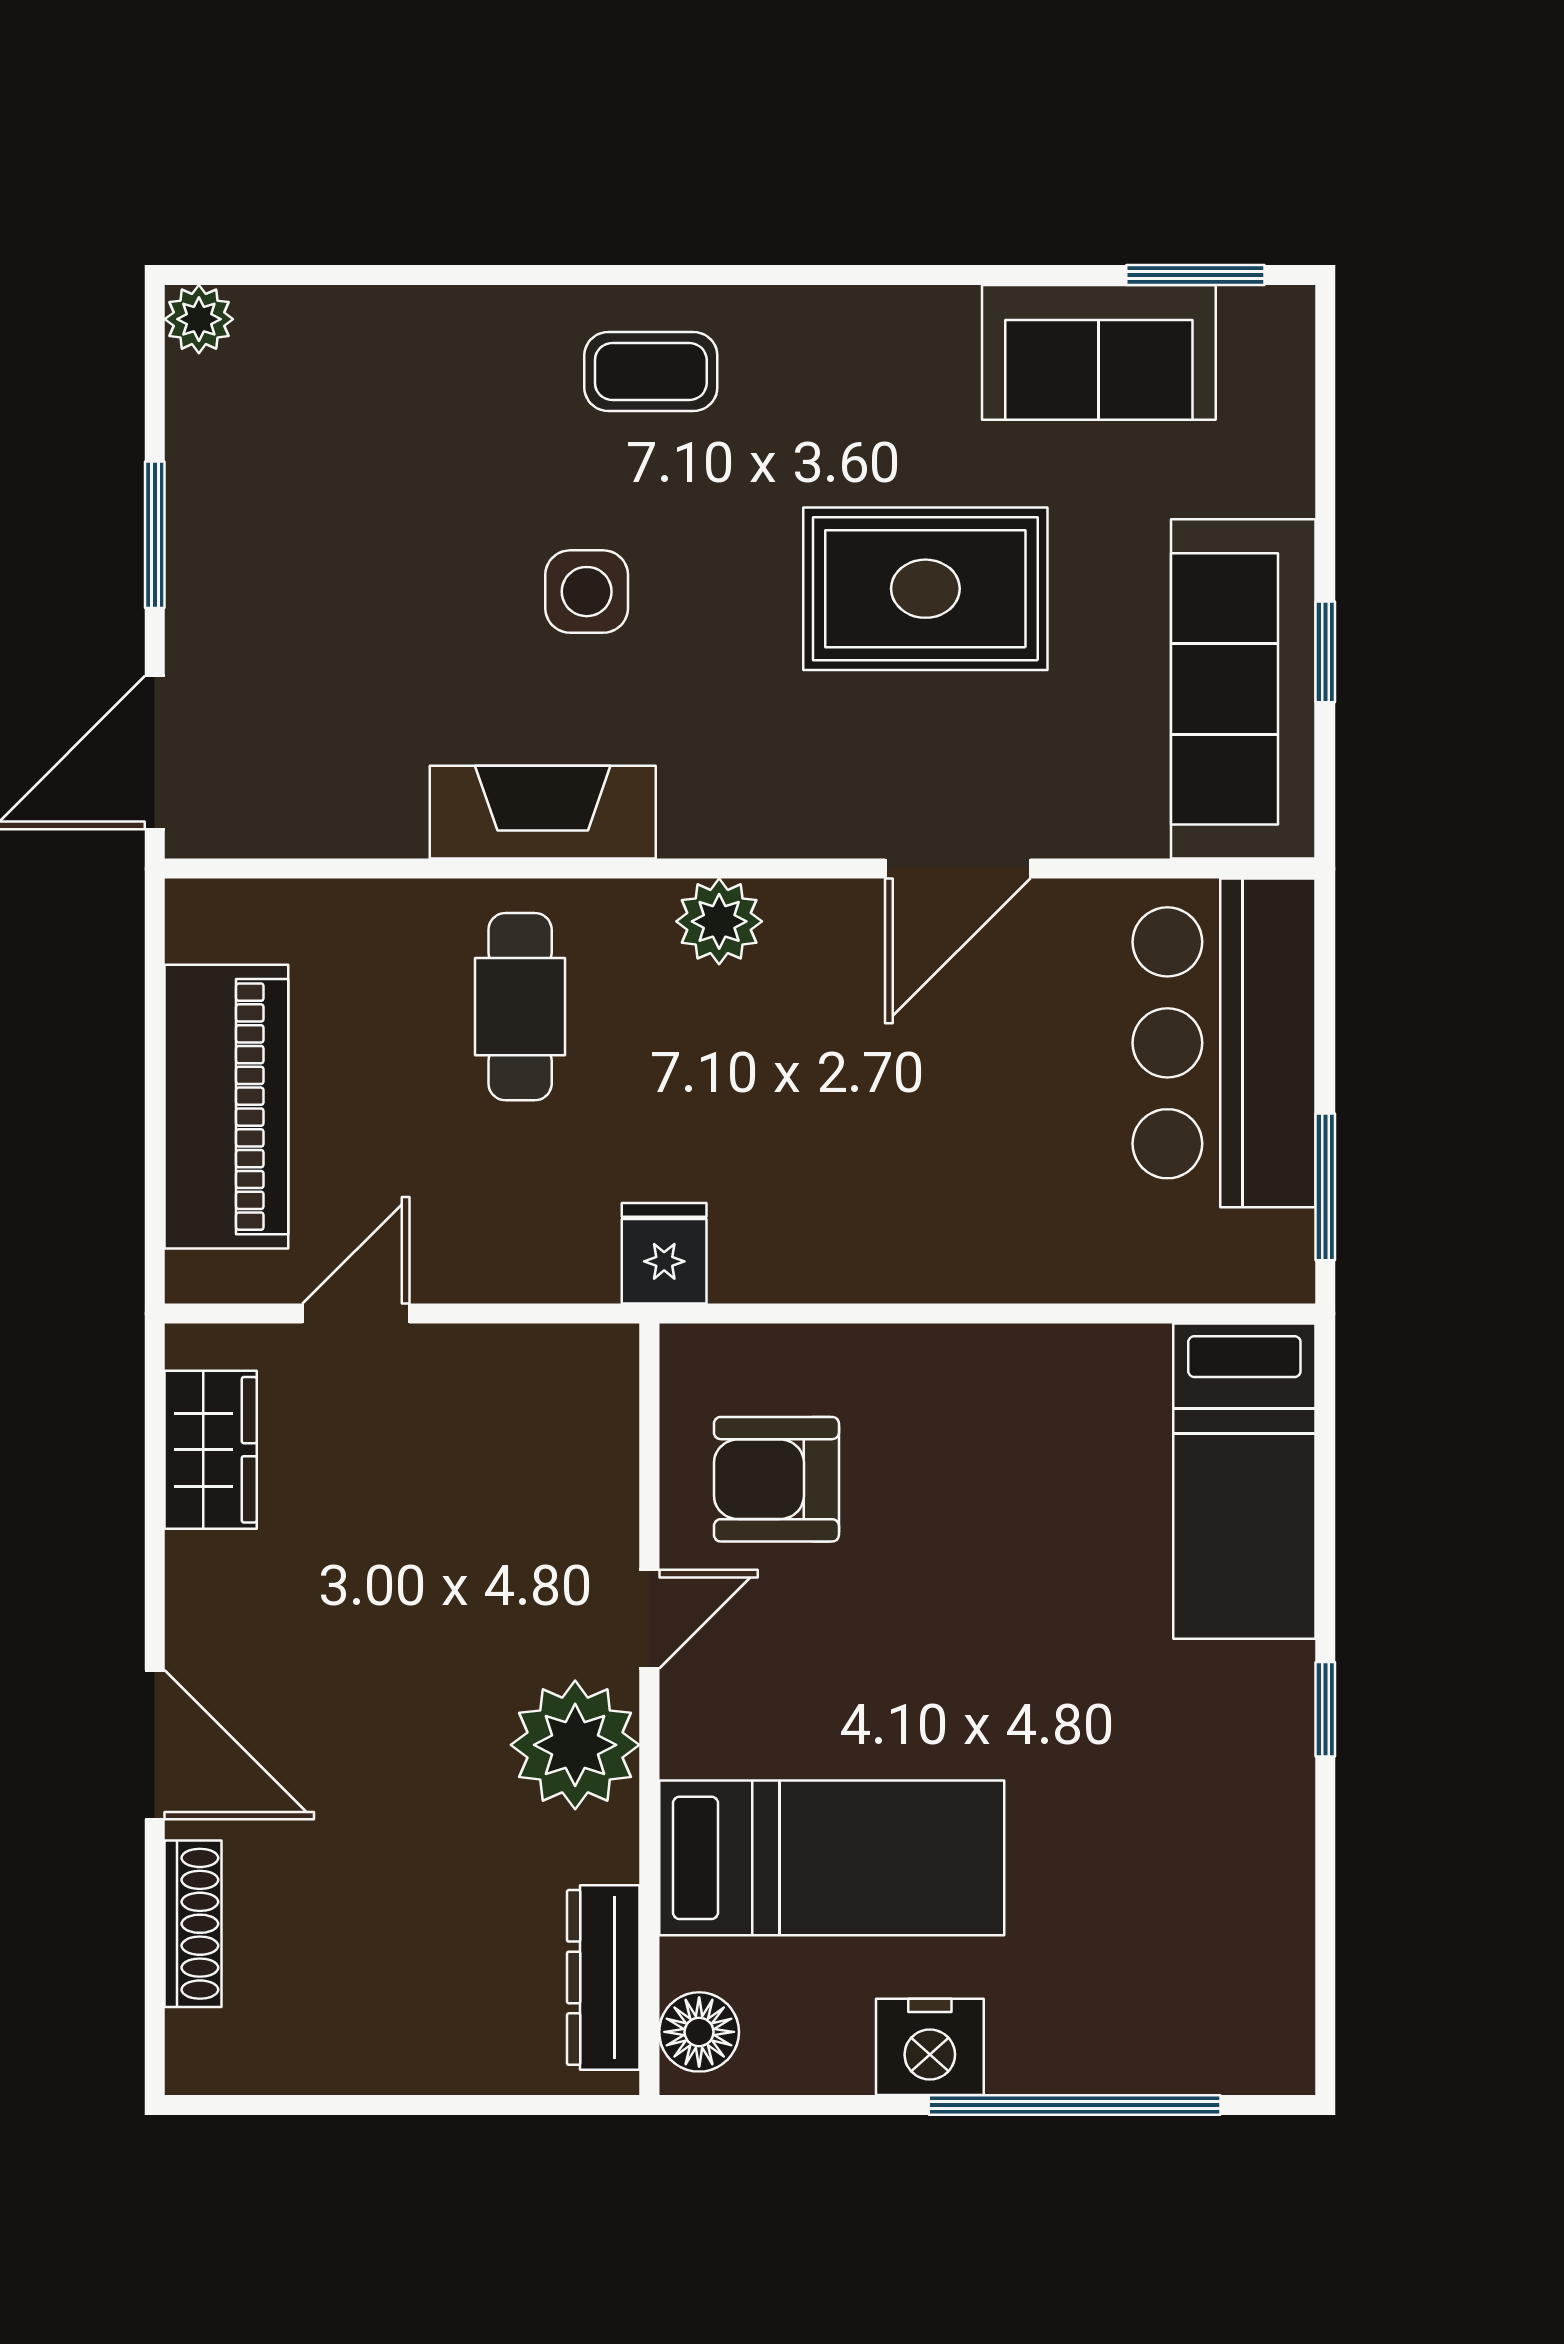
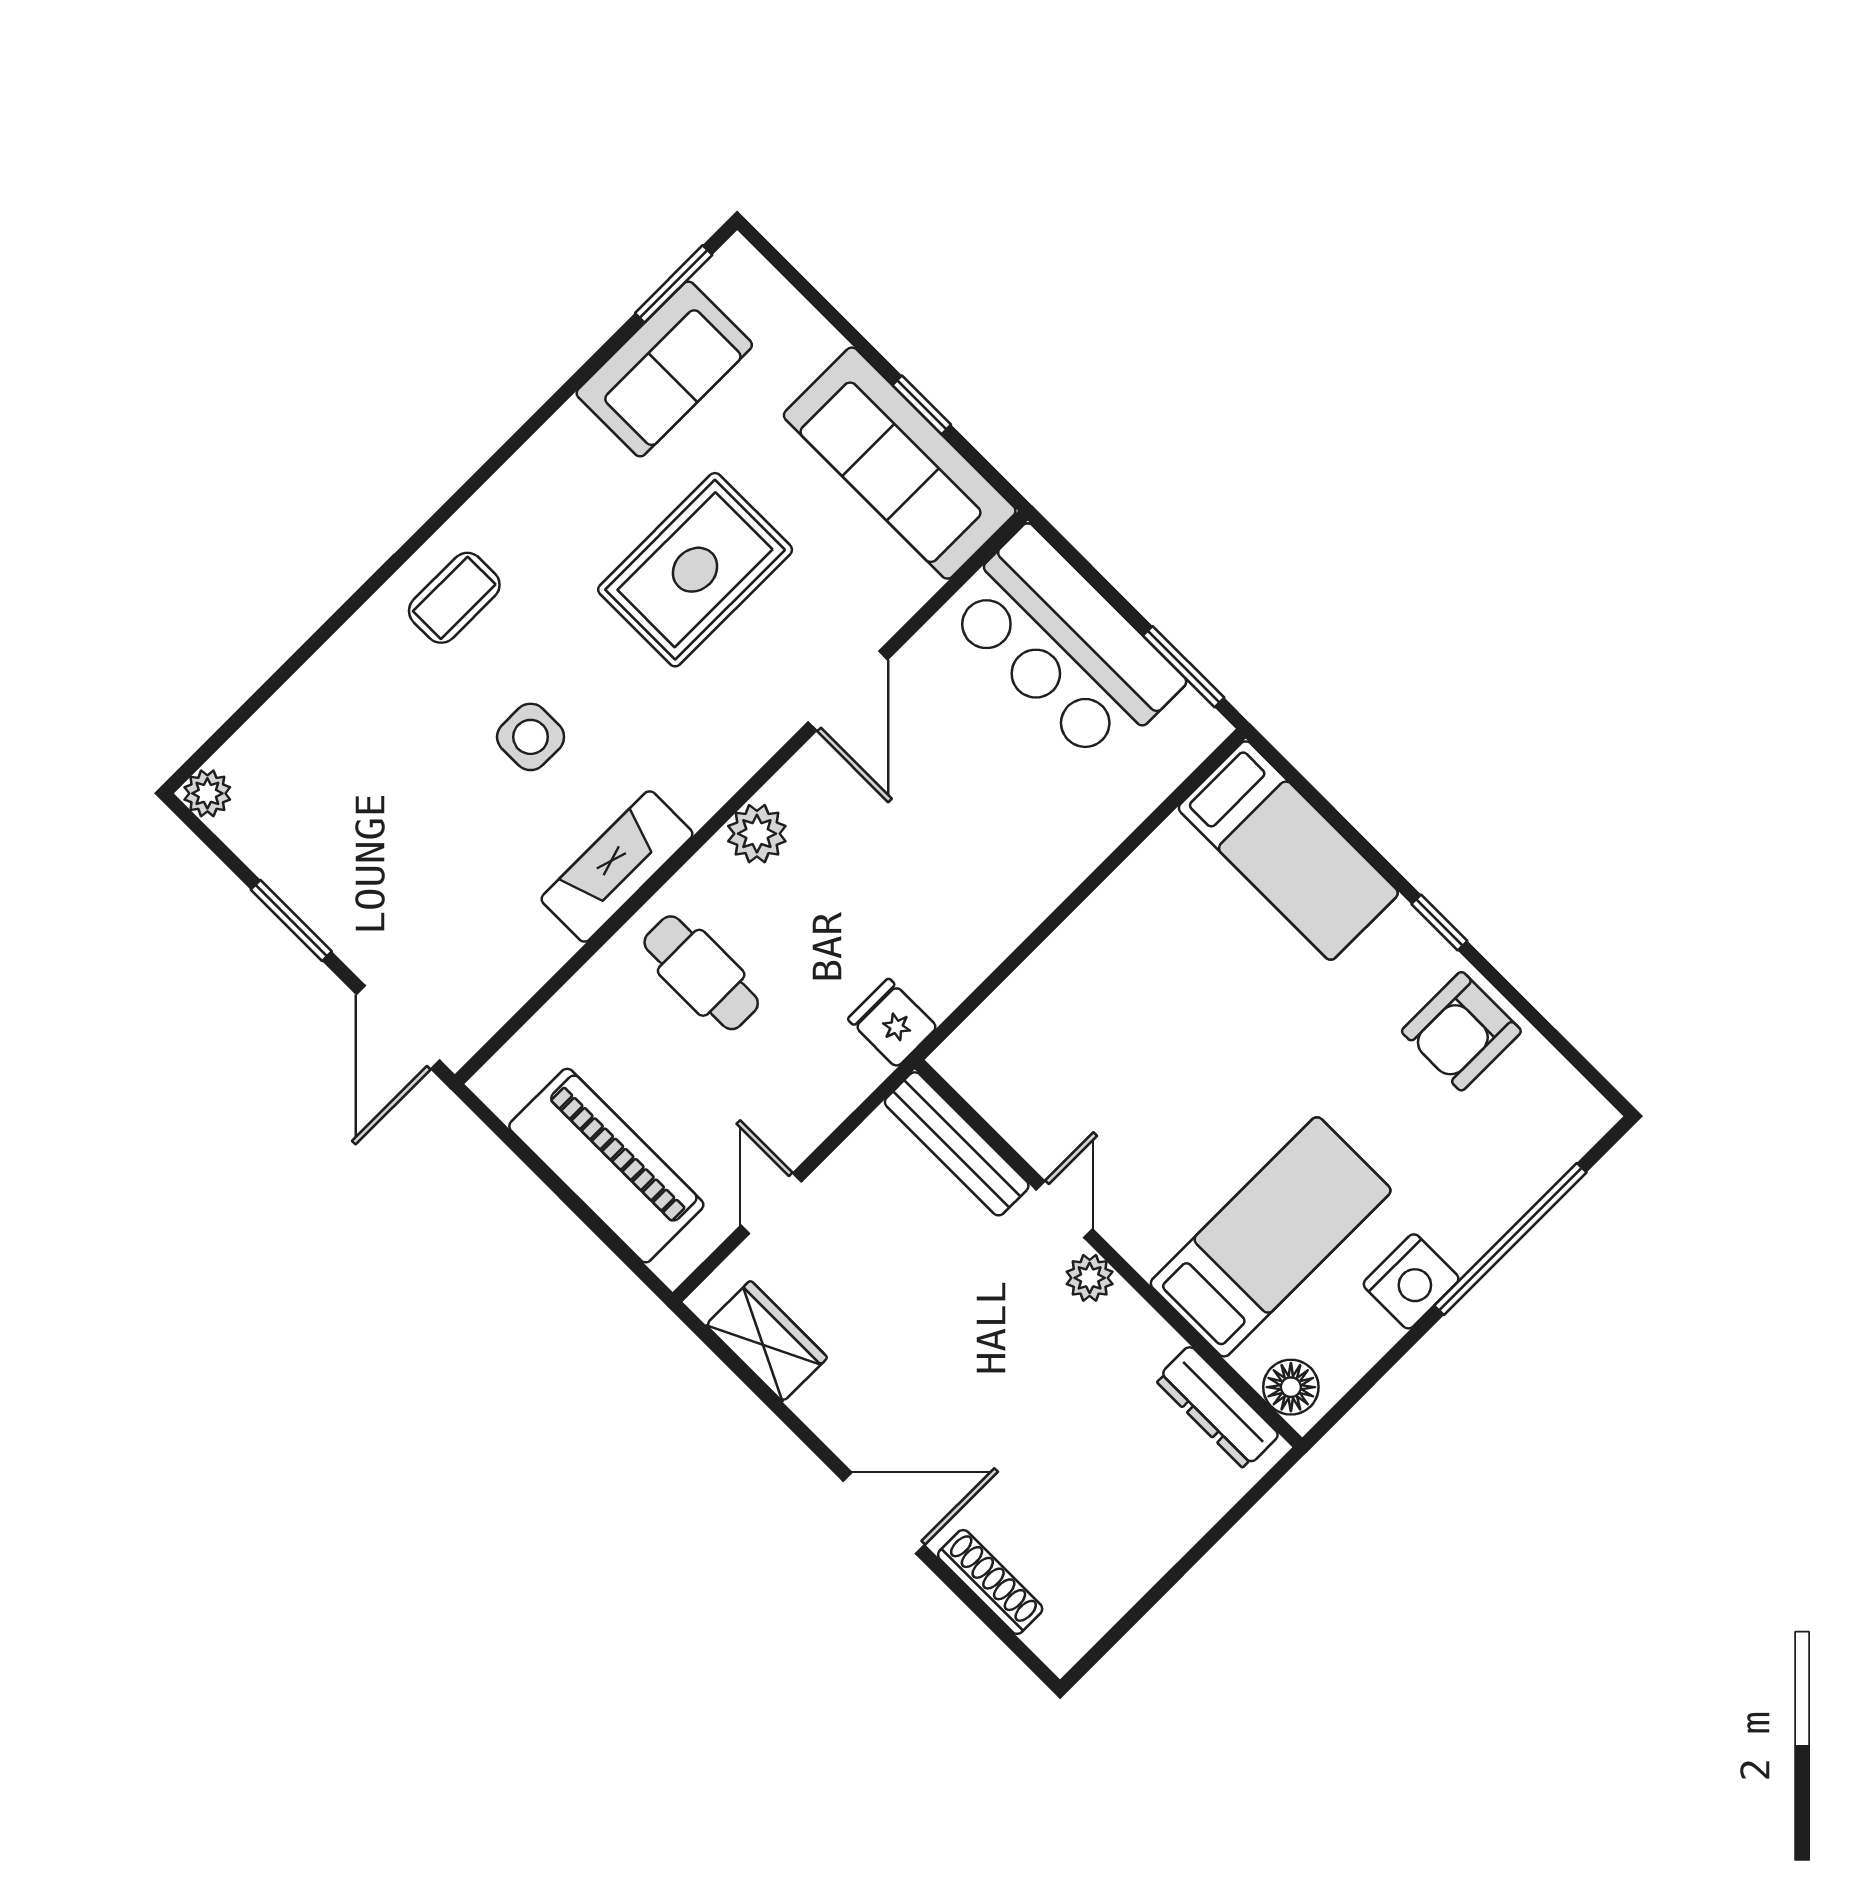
bench: (606, 1442) -> (957, 1144), added
armchair: (776, 1479) -> (1461, 1031), moved
plant: (575, 1745) -> (1090, 1278), width x0.53, depth x0.53

